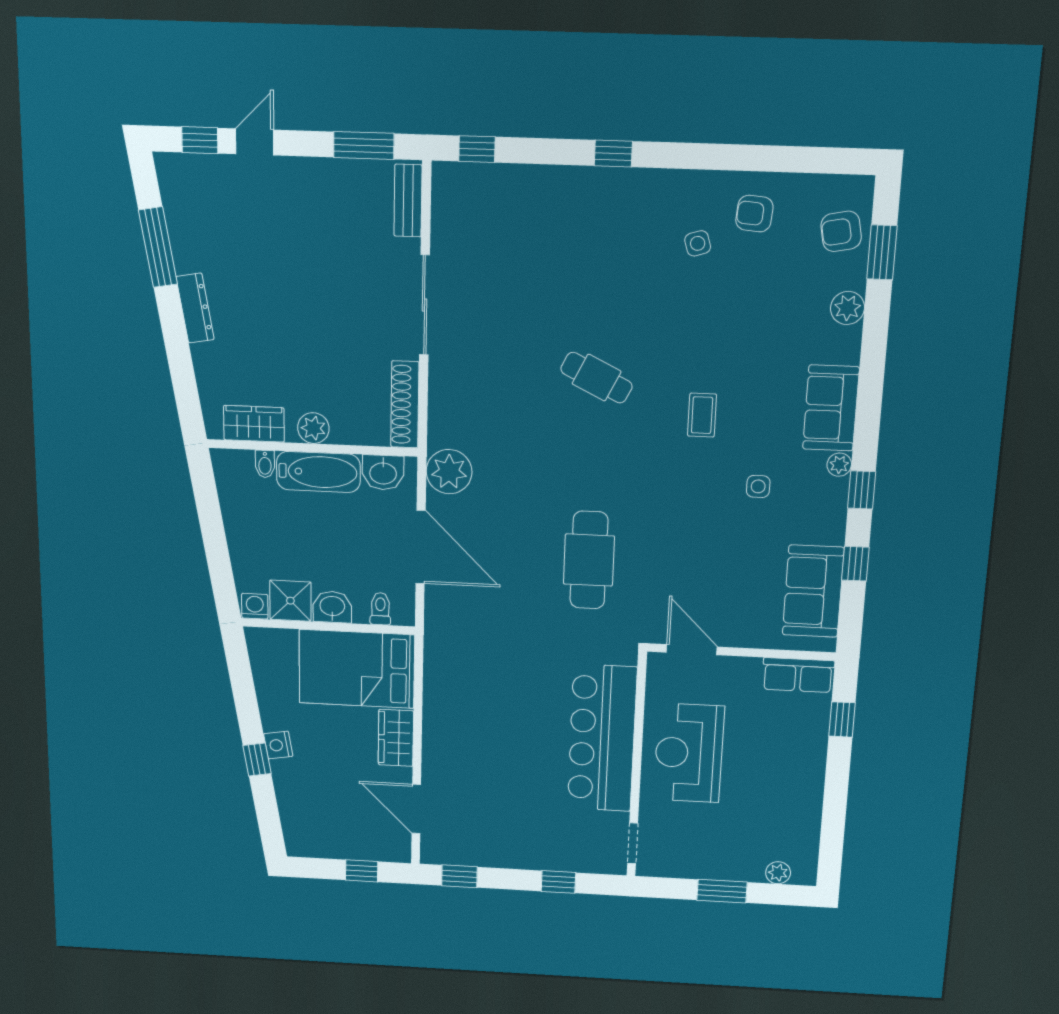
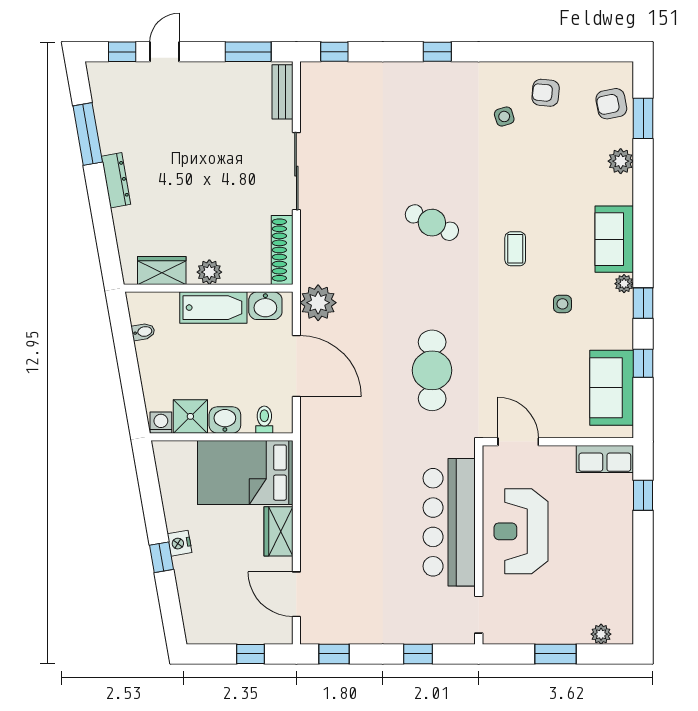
bidet: (265, 464) -> (143, 332), moved, turned -100

